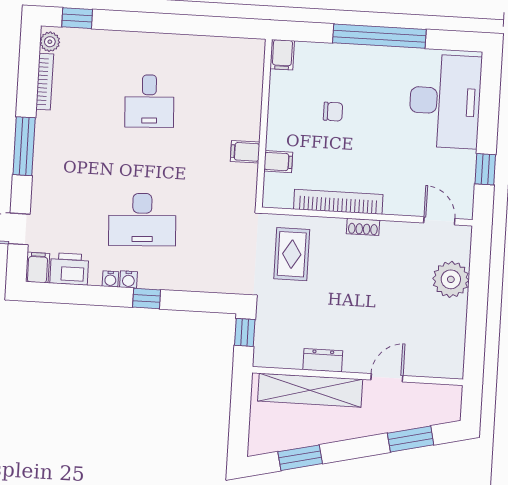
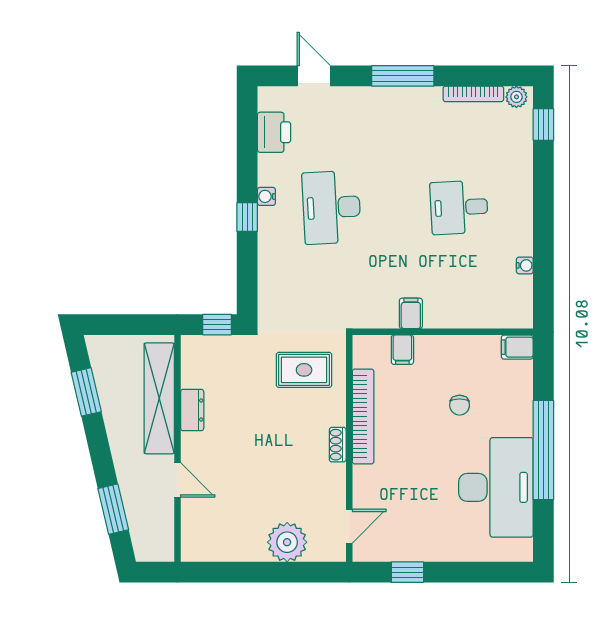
desk: (445, 101) -> (496, 487), moved, turned -90
filing cabinet: (38, 268) -> (273, 98), removed
water cooler: (110, 279) -> (525, 265), moved, turned 180

